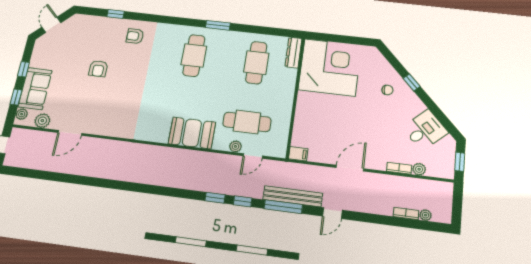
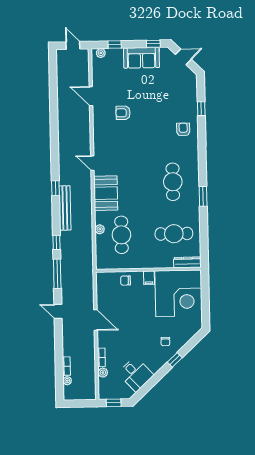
cafe table: (194, 55) -> (173, 182), turned 90
window: (23, 69) -> (153, 44), moved
armchair: (98, 69) -> (123, 113), moved
sofa: (35, 89) -> (141, 58), moved
plant: (42, 121) -> (98, 71), removed
chair: (305, 125) -> (126, 281), added
filing cabinet: (298, 154) -> (149, 278), moved
door: (253, 156) -> (92, 163), moved
bench: (293, 196) -> (65, 208), moved
window: (215, 198) -> (55, 188), moved

